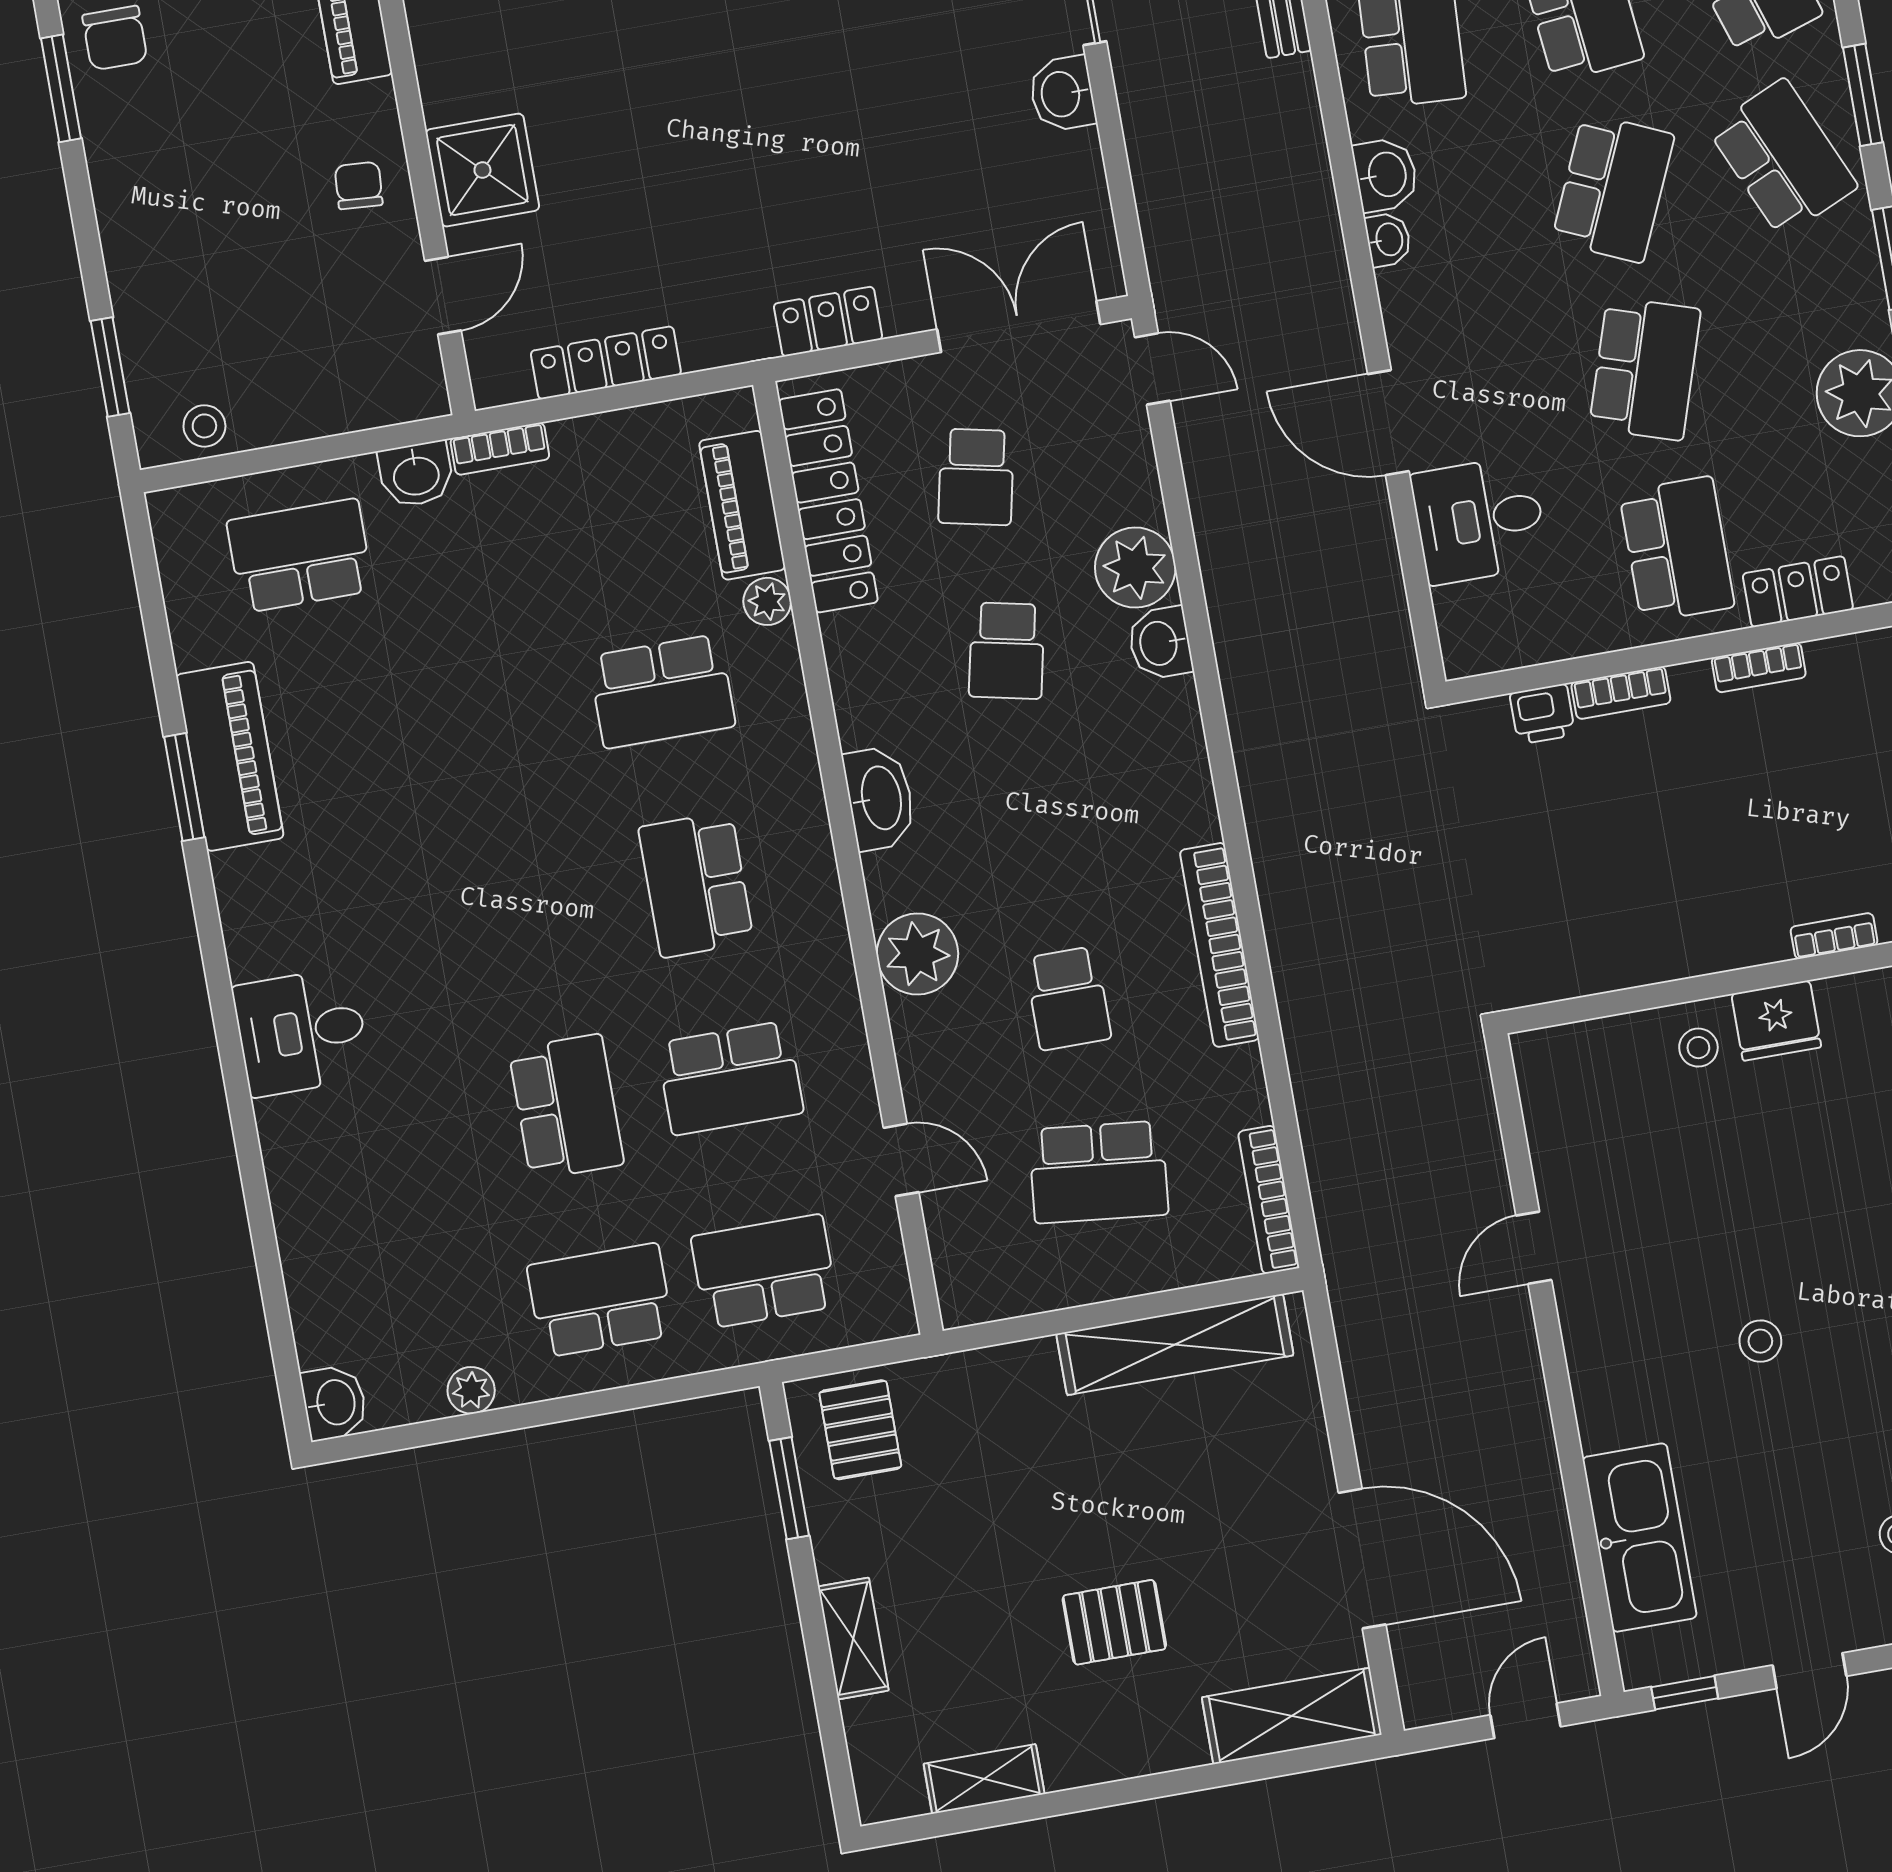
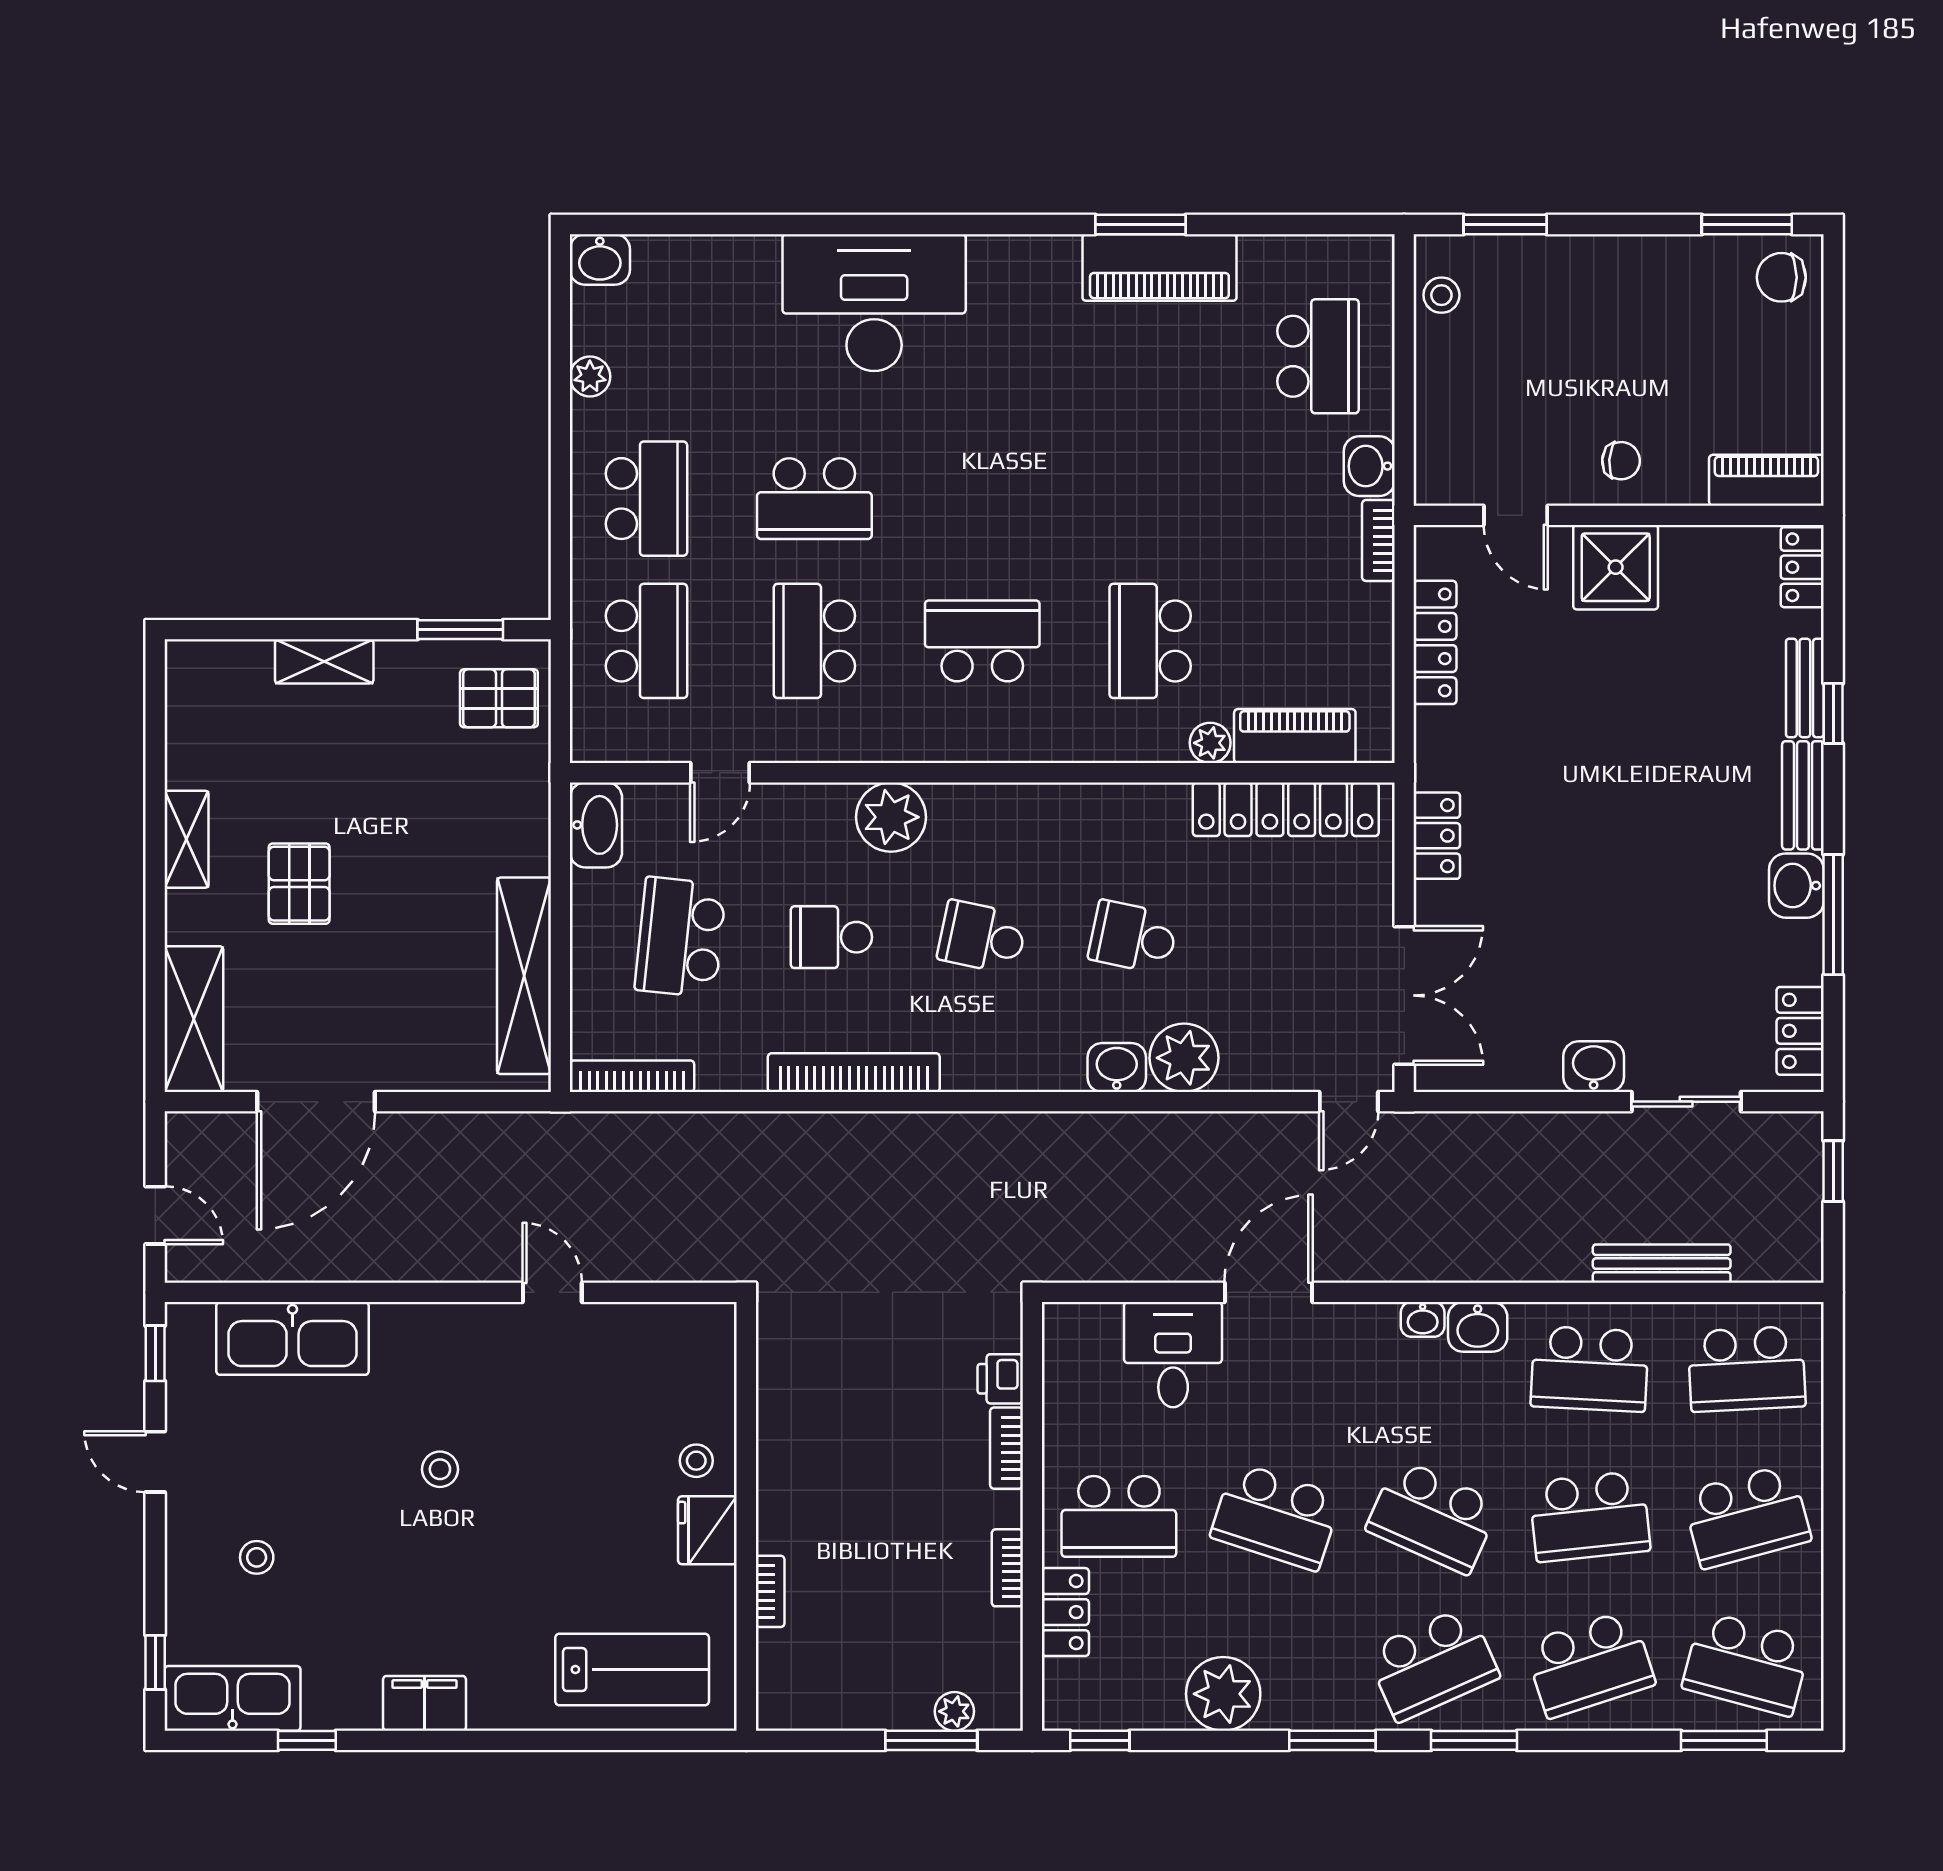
school desk: (976, 477) -> (982, 937), moved
washbasin: (880, 798) -> (596, 825), moved, turned -90
desk: (301, 1032) -> (874, 303), width x1.87, depth x1.30
shelving: (984, 1779) -> (187, 839), moved

